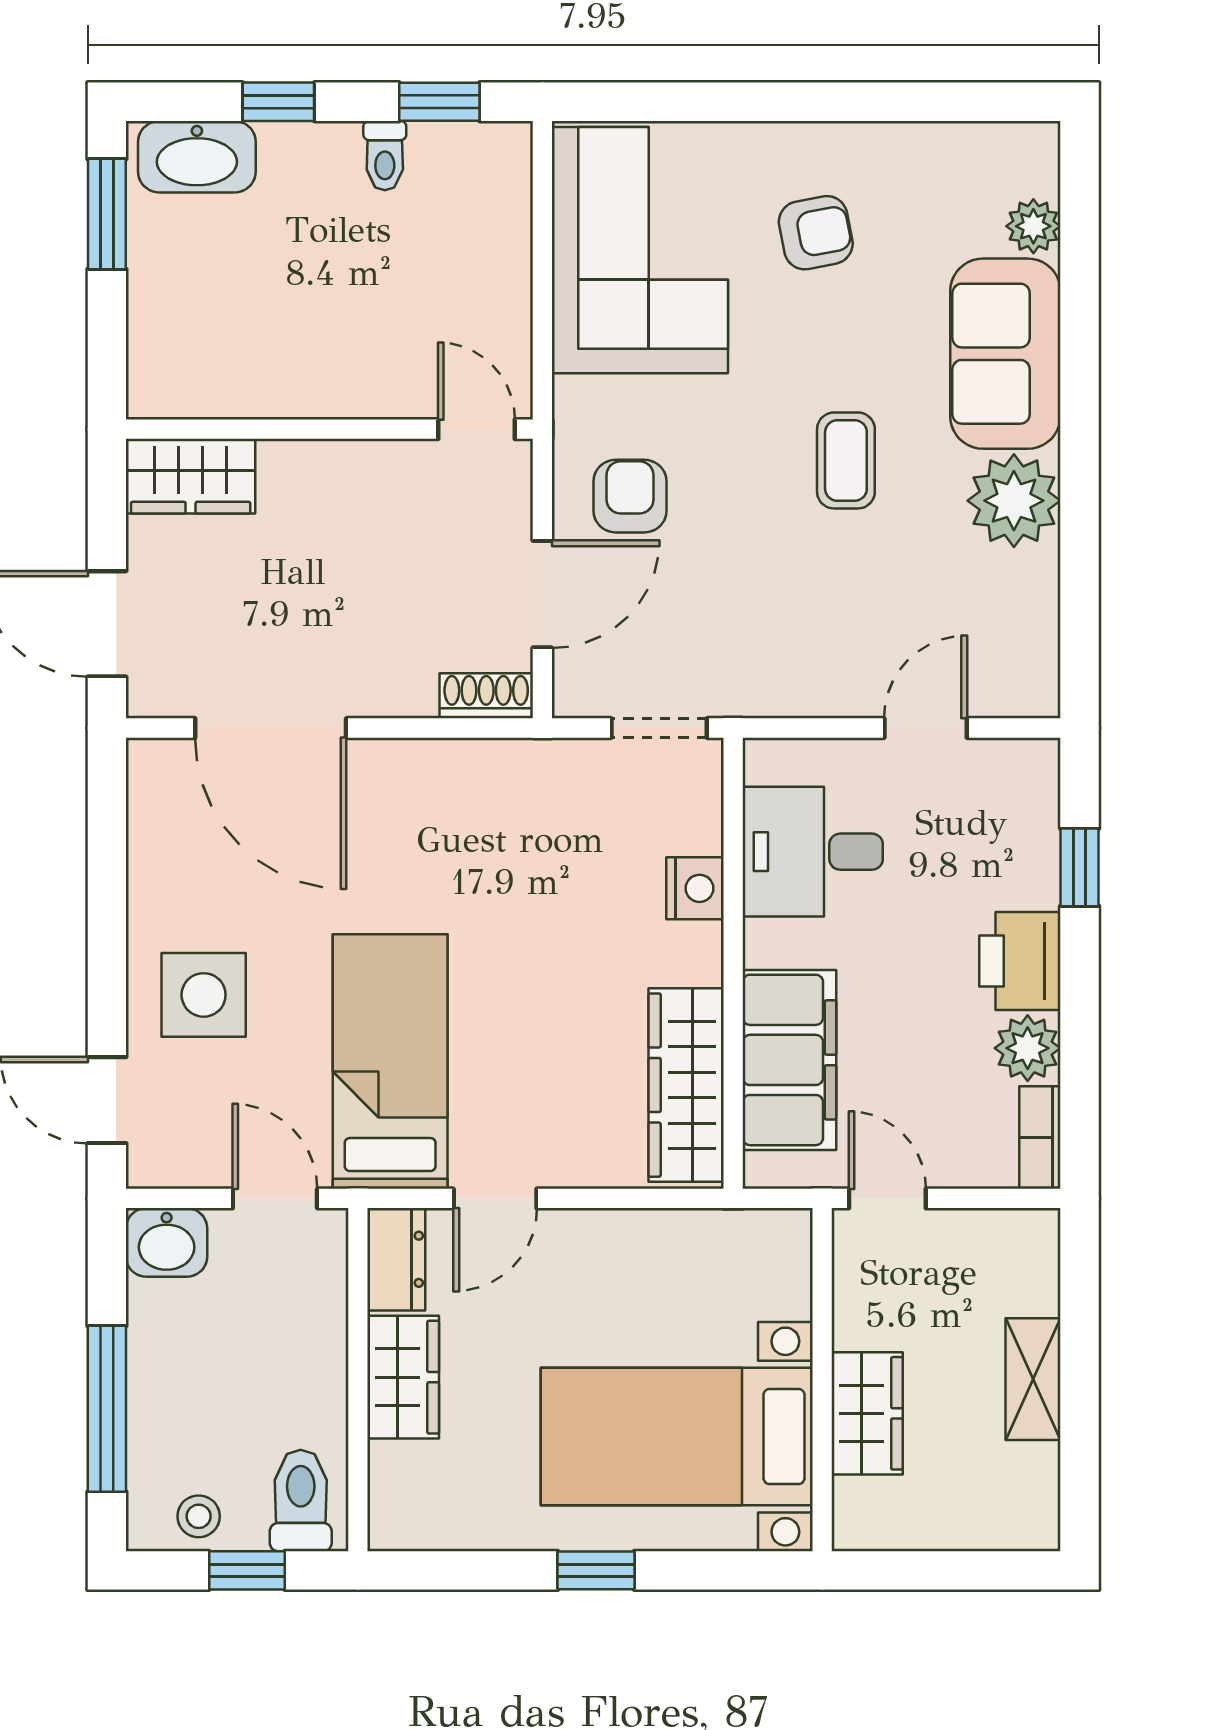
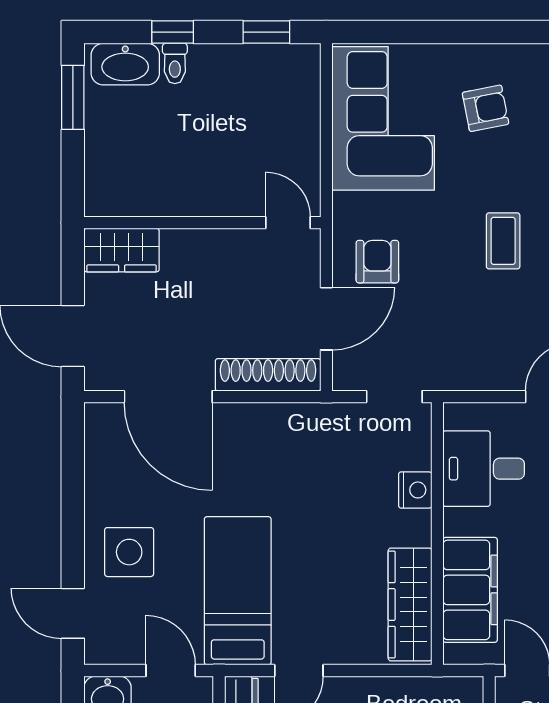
toilet: (385, 156) -> (175, 63), moved
shoe rack: (486, 696) -> (268, 375), width x1.94, depth x1.24

